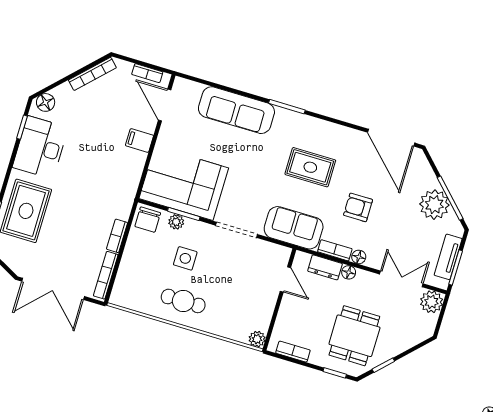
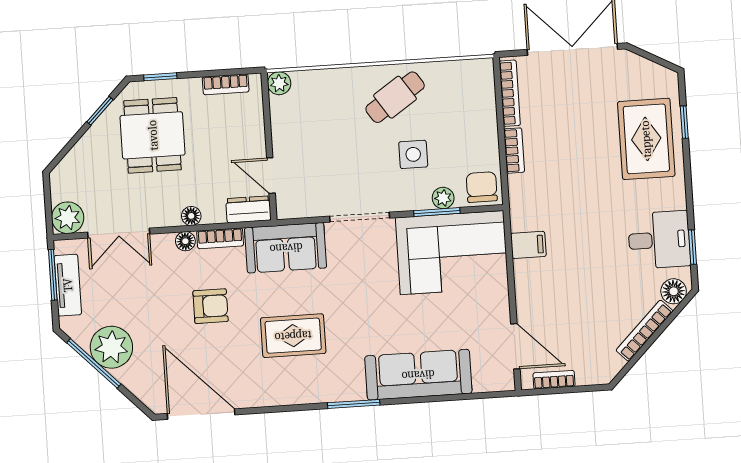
bookcase: (92, 74) -> (644, 331), moved
filing cabinet: (140, 140) -> (528, 245), moved
desk: (40, 147) -> (659, 240), width x0.73
dresser: (325, 267) -> (248, 209), moved
cafe table: (183, 301) -> (395, 97), turned -34

